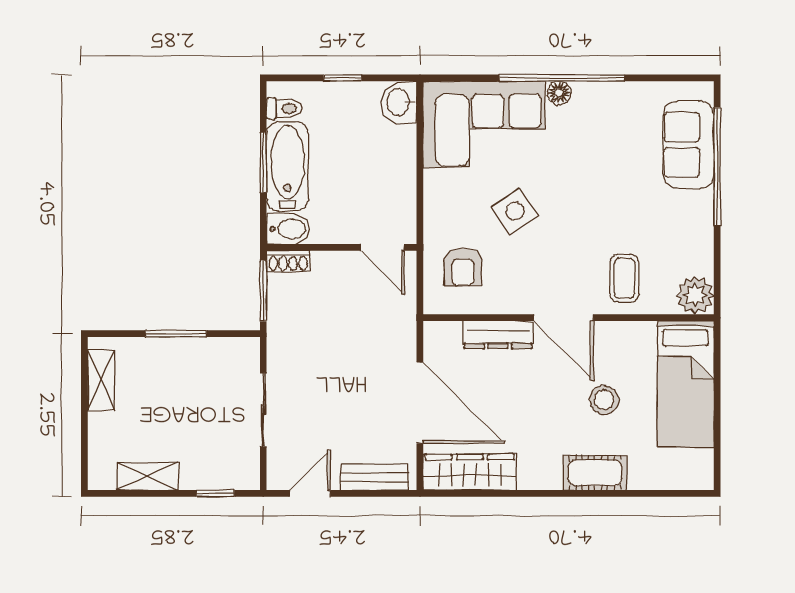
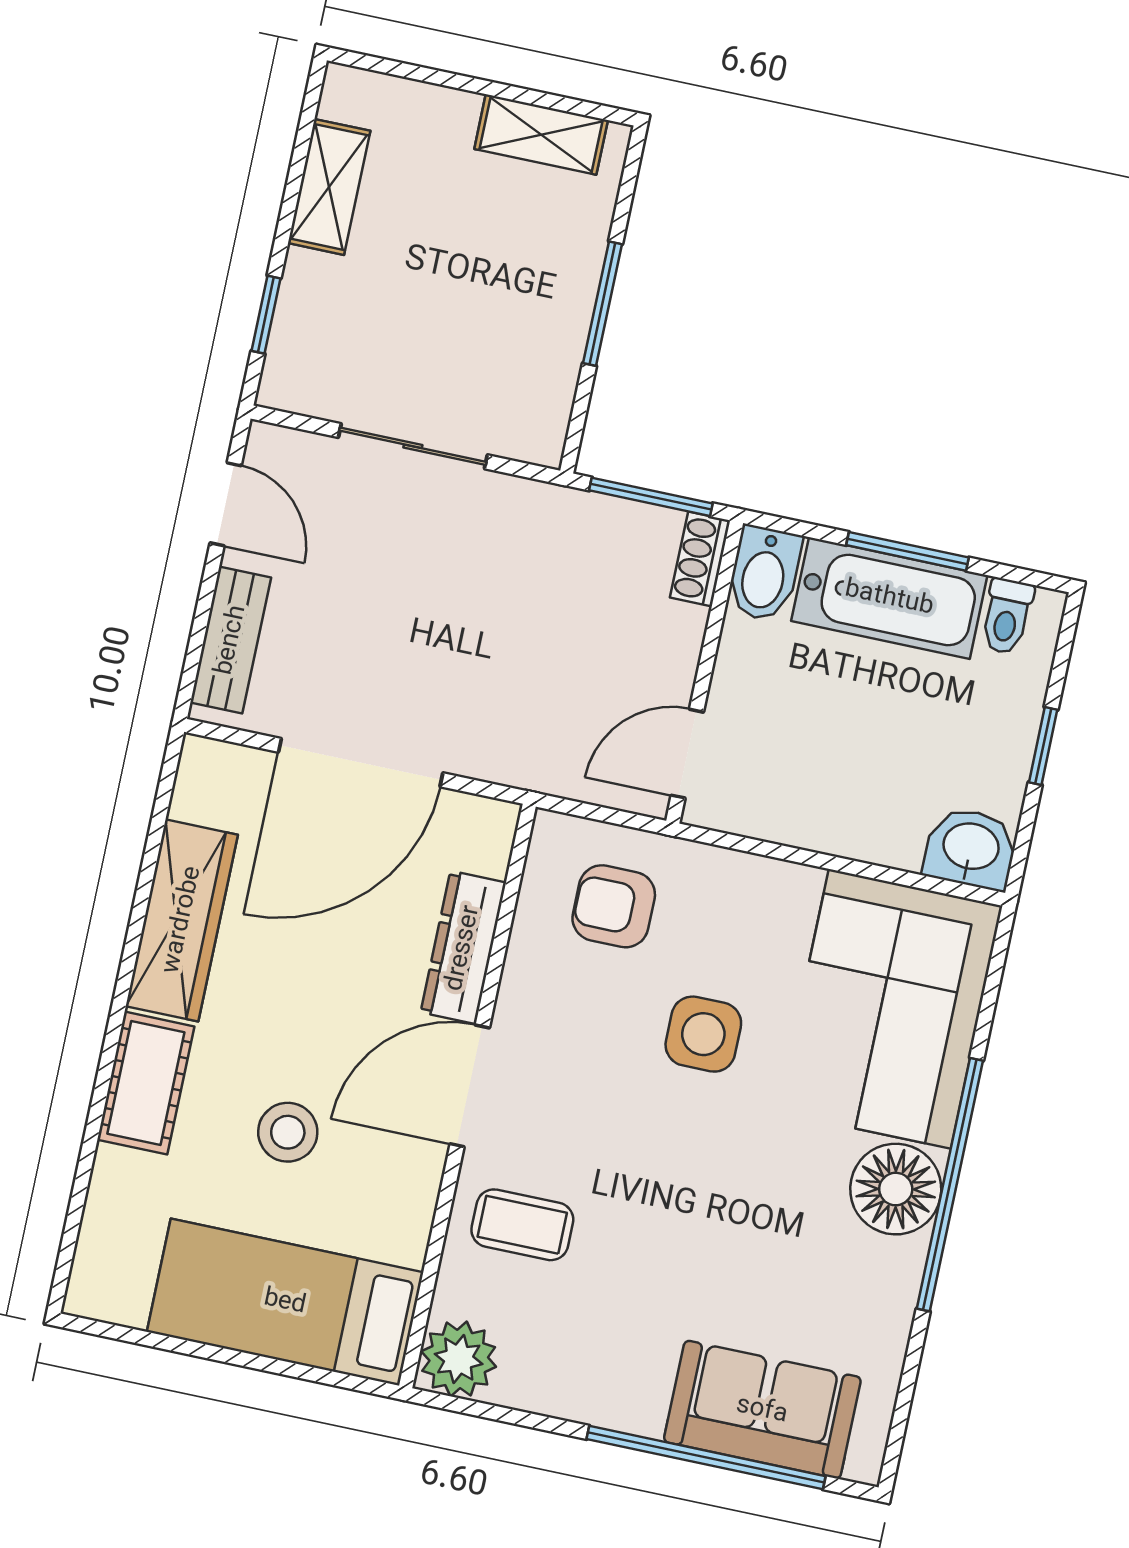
floor lamp: (559, 93) -> (896, 1189), width x1.89, depth x1.89
side table: (515, 211) -> (703, 1034), turned 34
wardrobe: (470, 472) -> (182, 920), moved

